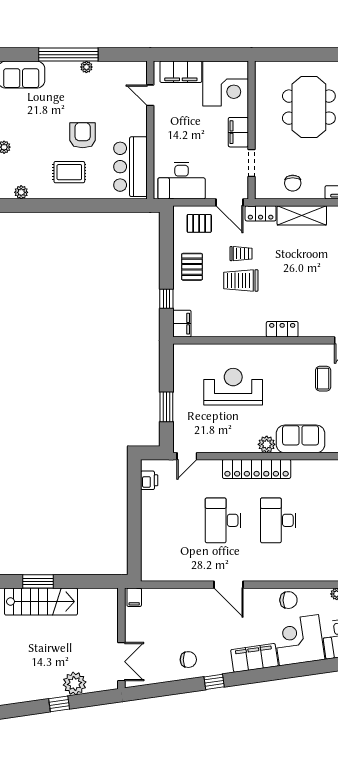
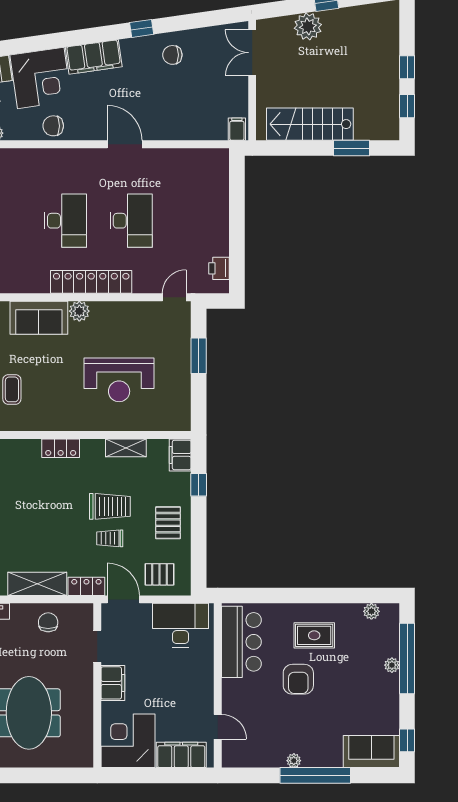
shelving: (227, 330) -> (126, 448), added
stairs: (41, 602) -> (310, 124), moved

